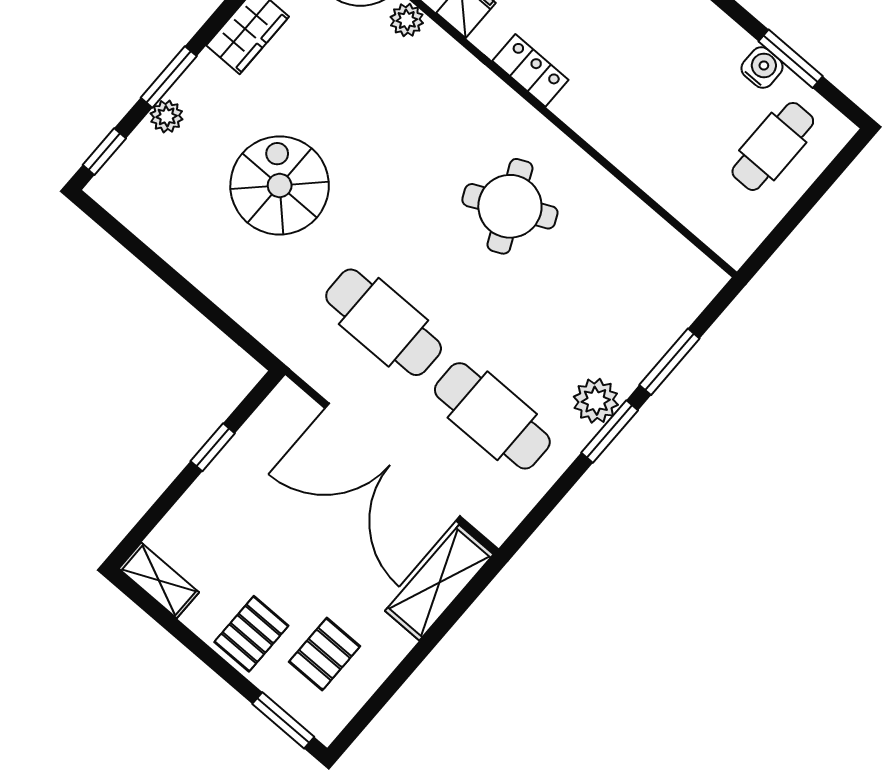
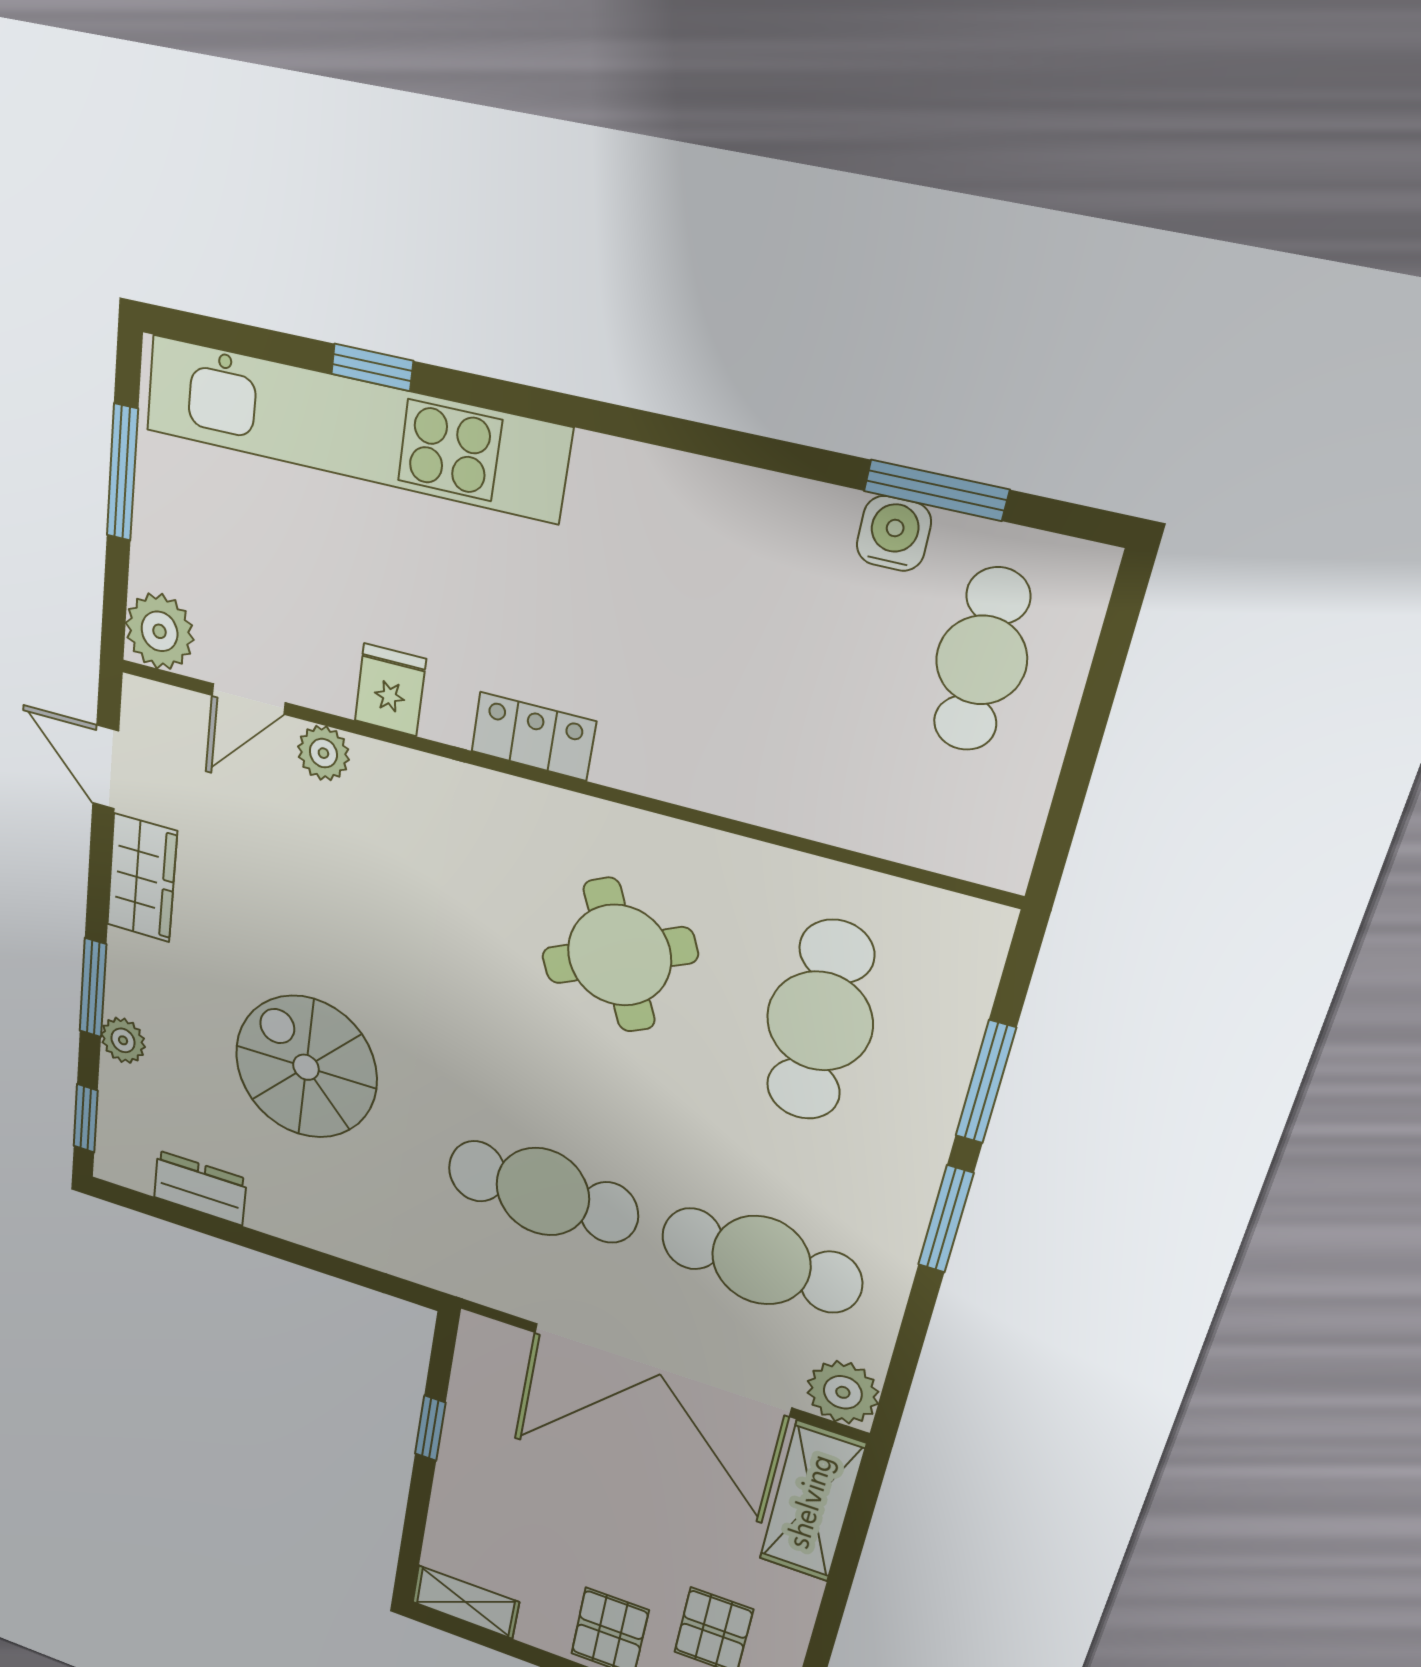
dresser: (155, 228) -> (200, 1188), added
cafe table: (600, 291) -> (820, 1021), added
plant: (596, 401) -> (843, 1392), moved

